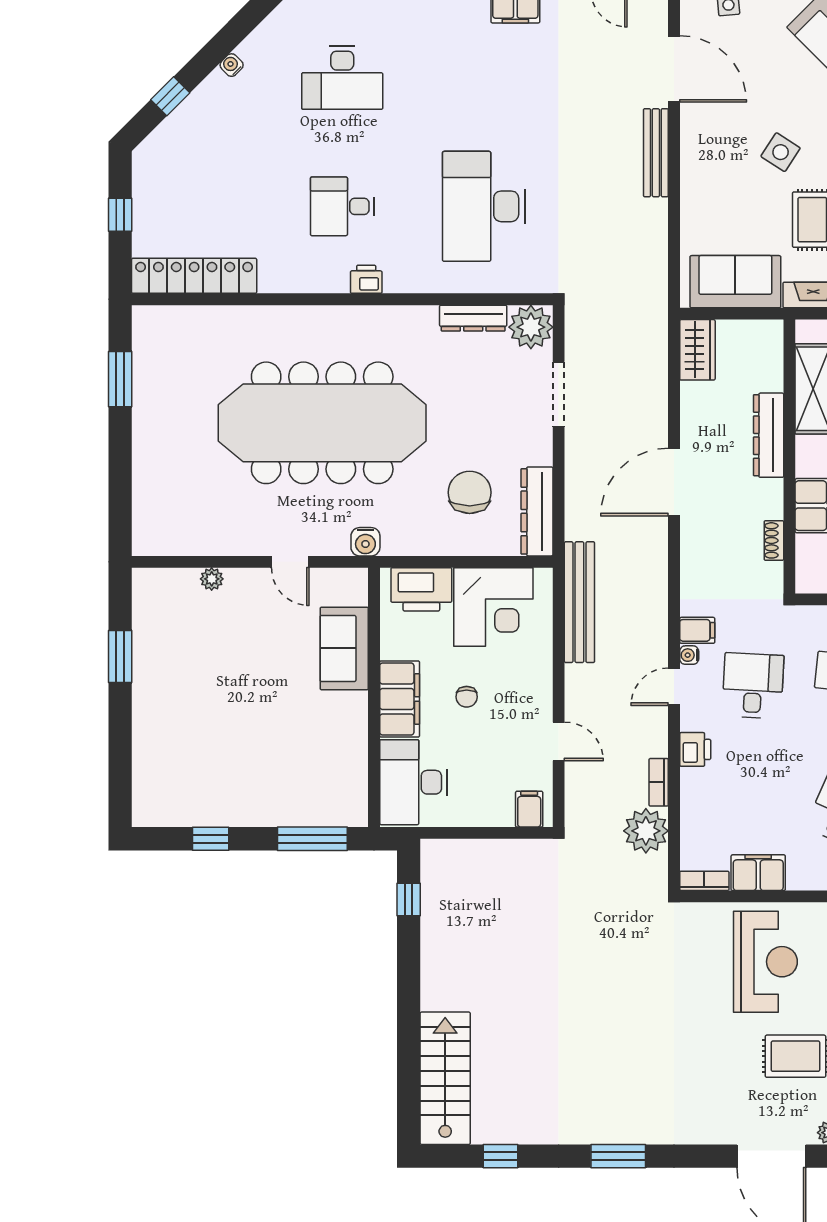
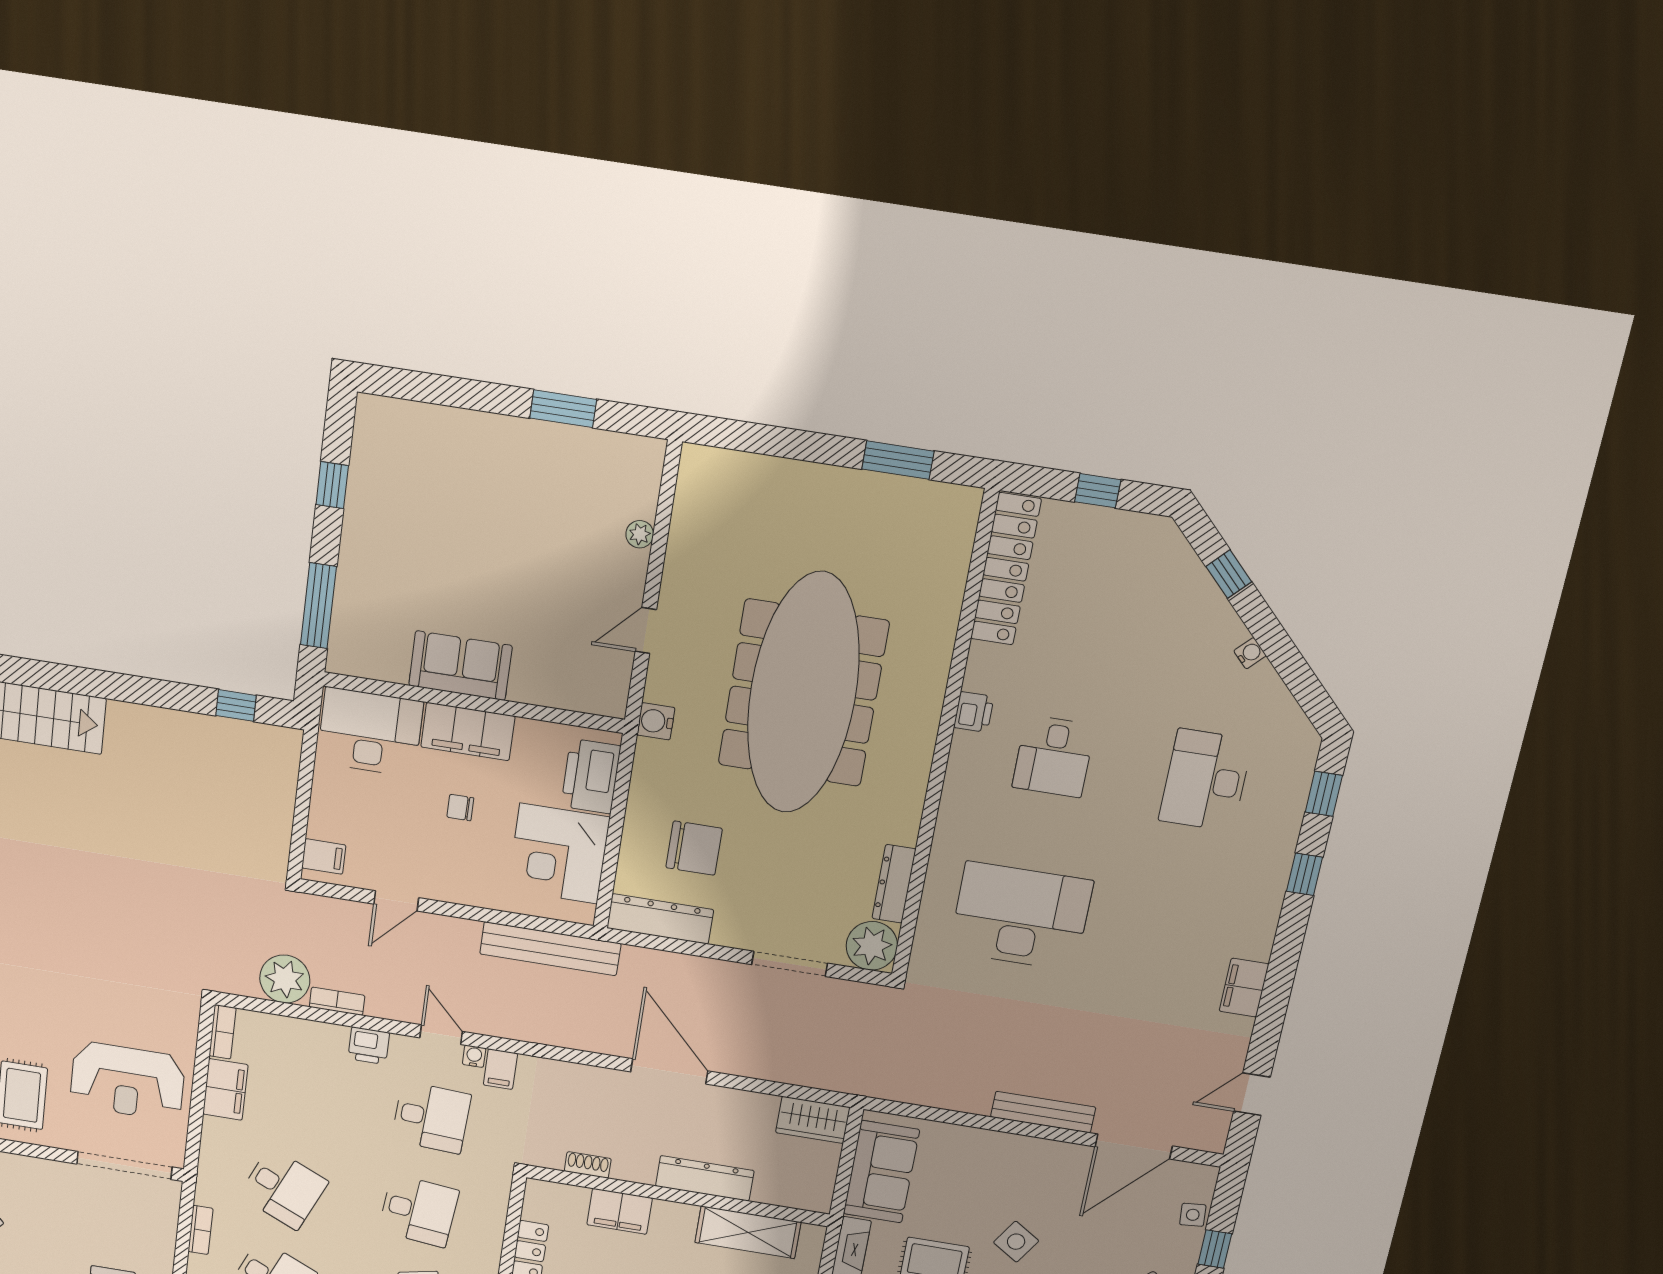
desk: (342, 206) -> (1054, 756), turned 180
printer: (366, 279) -> (974, 712), moved
sofa: (344, 648) -> (460, 666), moved

